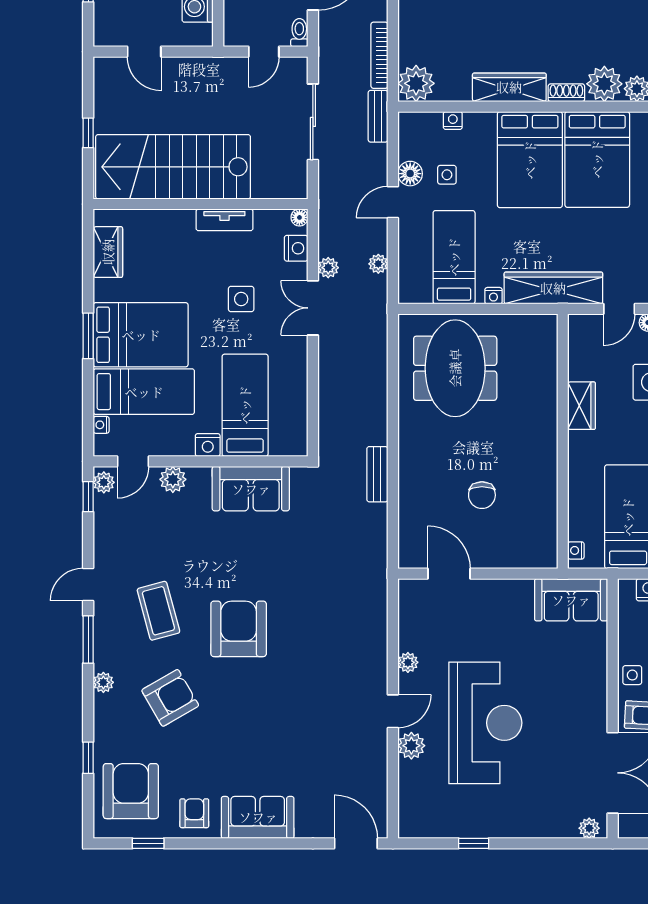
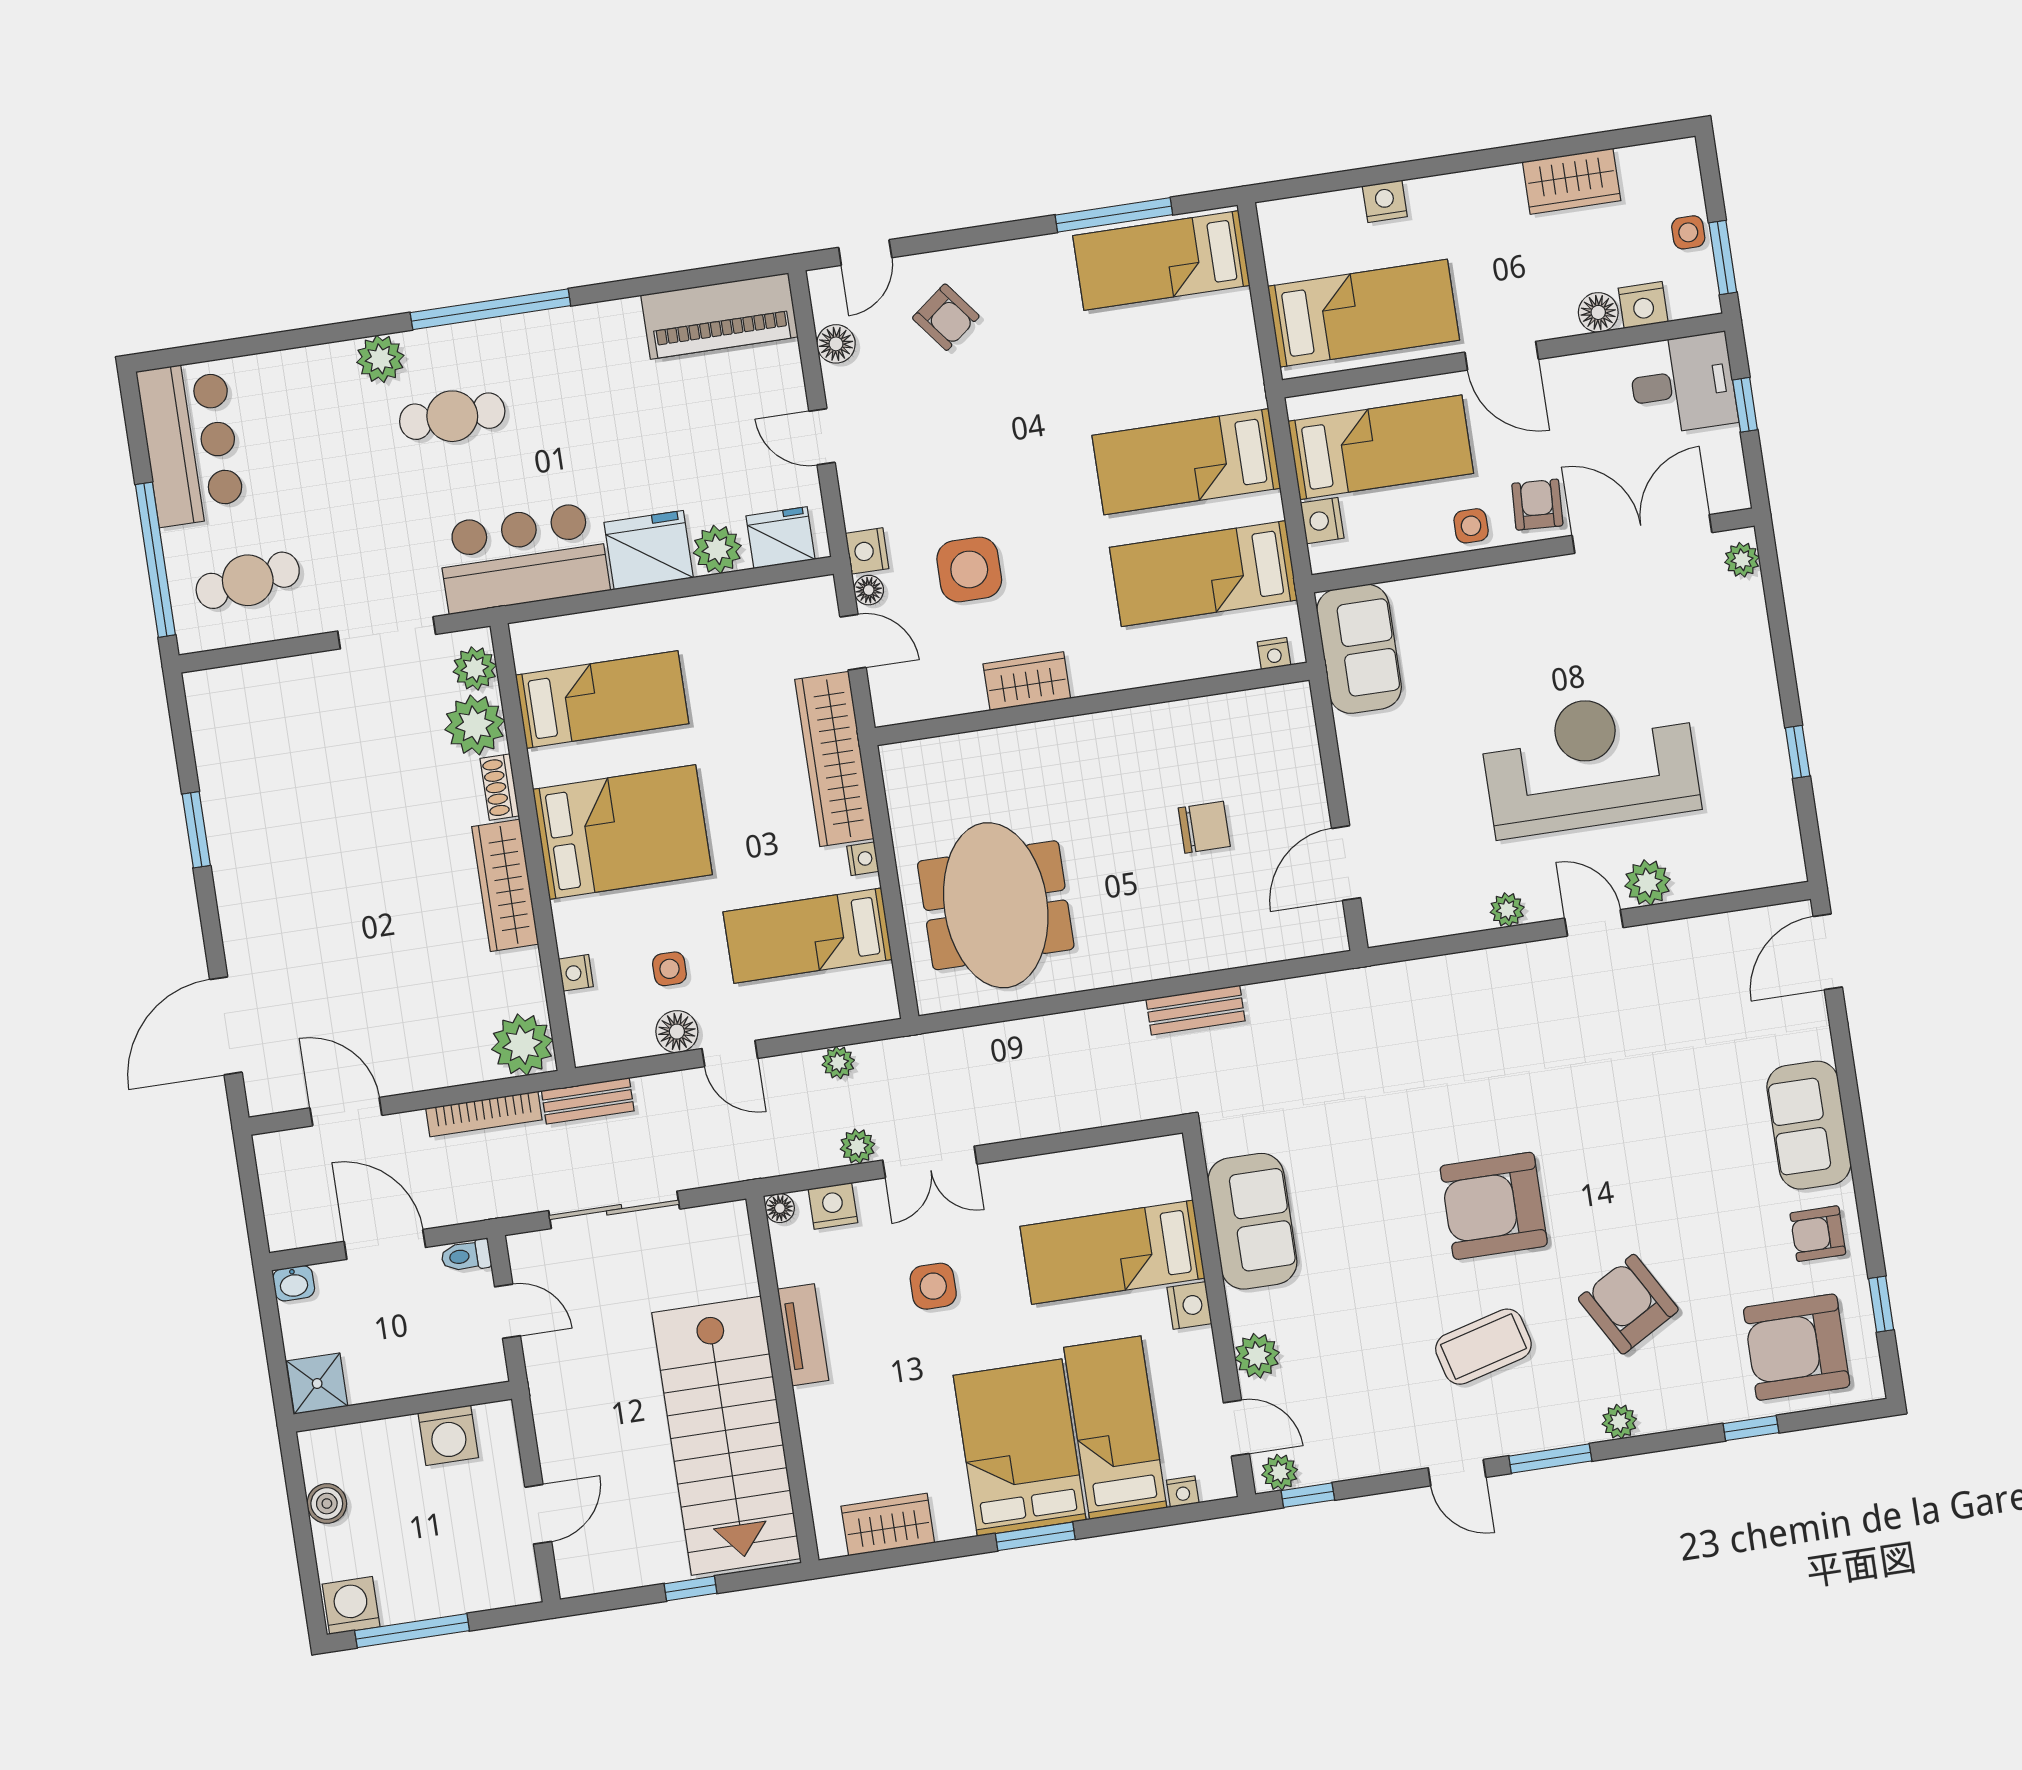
bed: (597, 159) -> (602, 699), width x0.67
meeting table: (455, 368) -> (996, 905), turned 90

